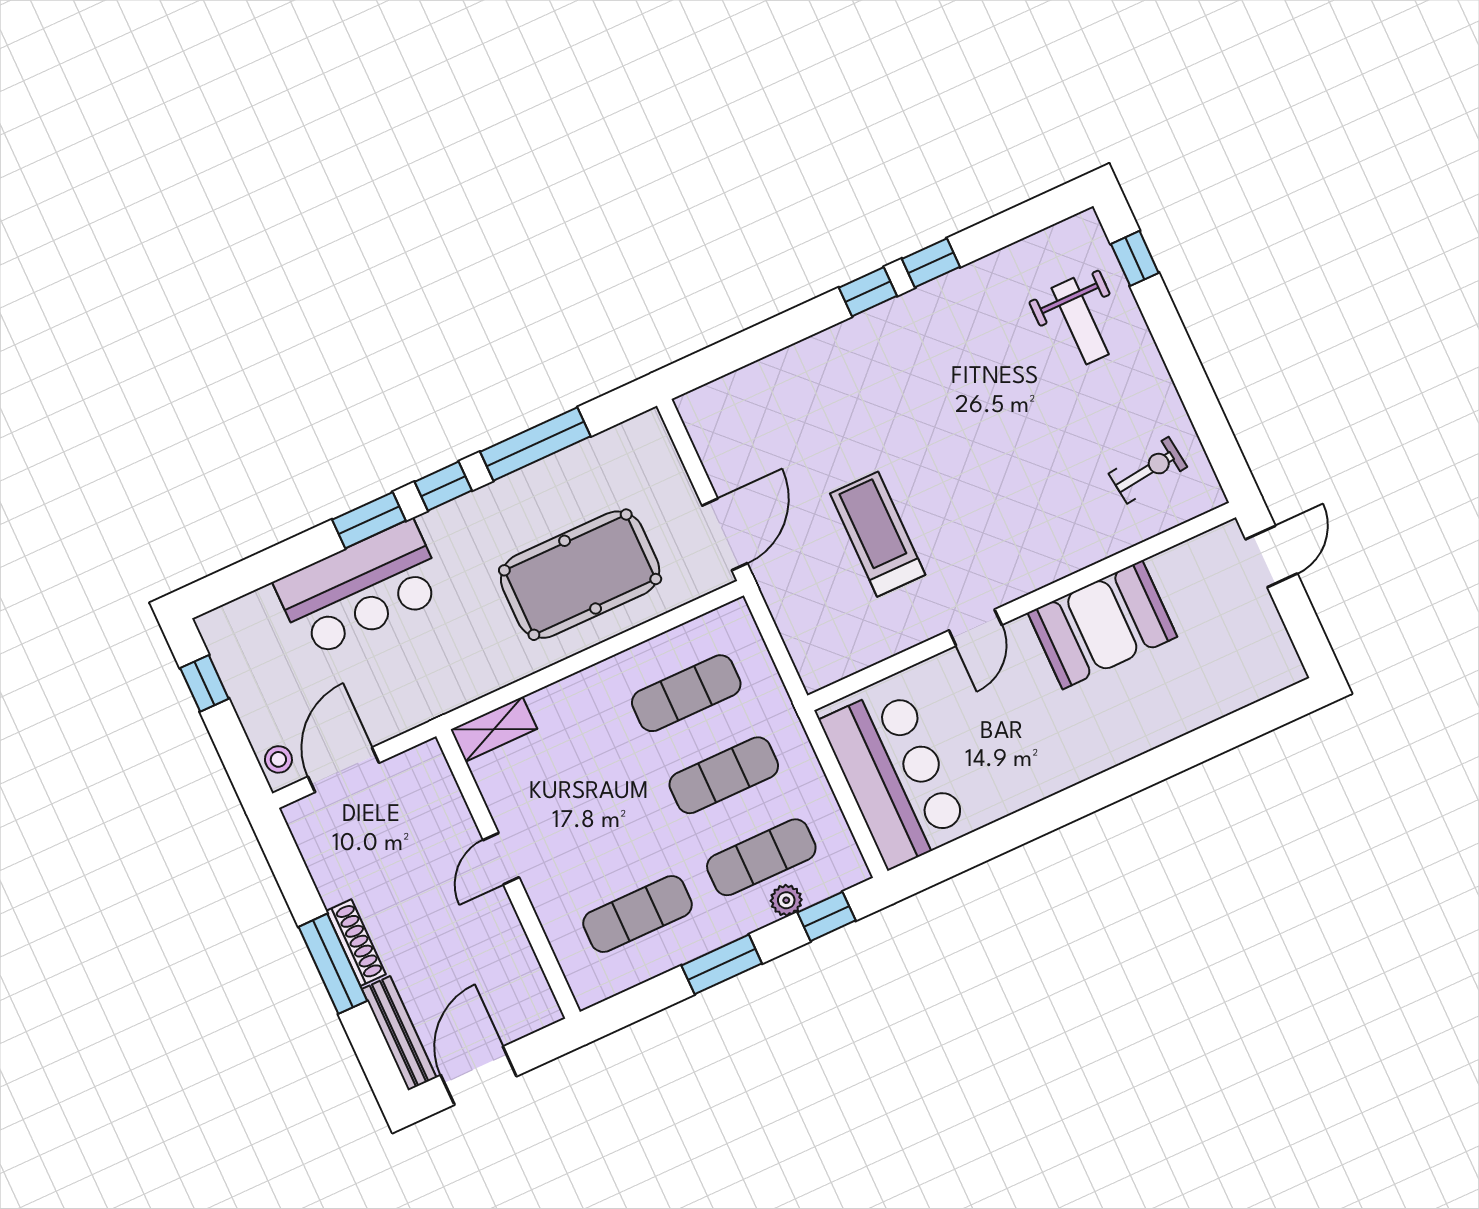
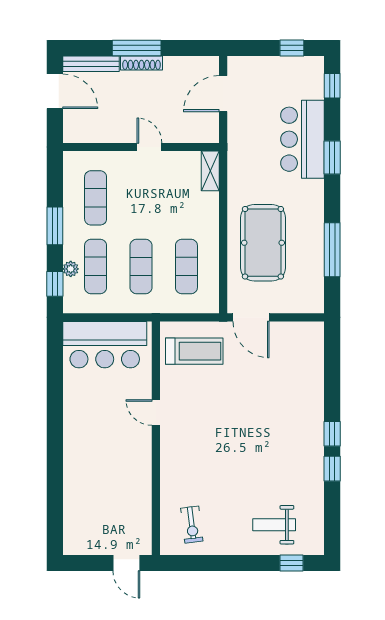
window: (443, 486) -> (332, 86), moved
treadmill: (878, 534) -> (194, 351), moved
booth: (1102, 625) -> (131, 471), removed
stool: (278, 759) -> (242, 66), removed
door: (344, 770) -> (223, 94), swing flipped

